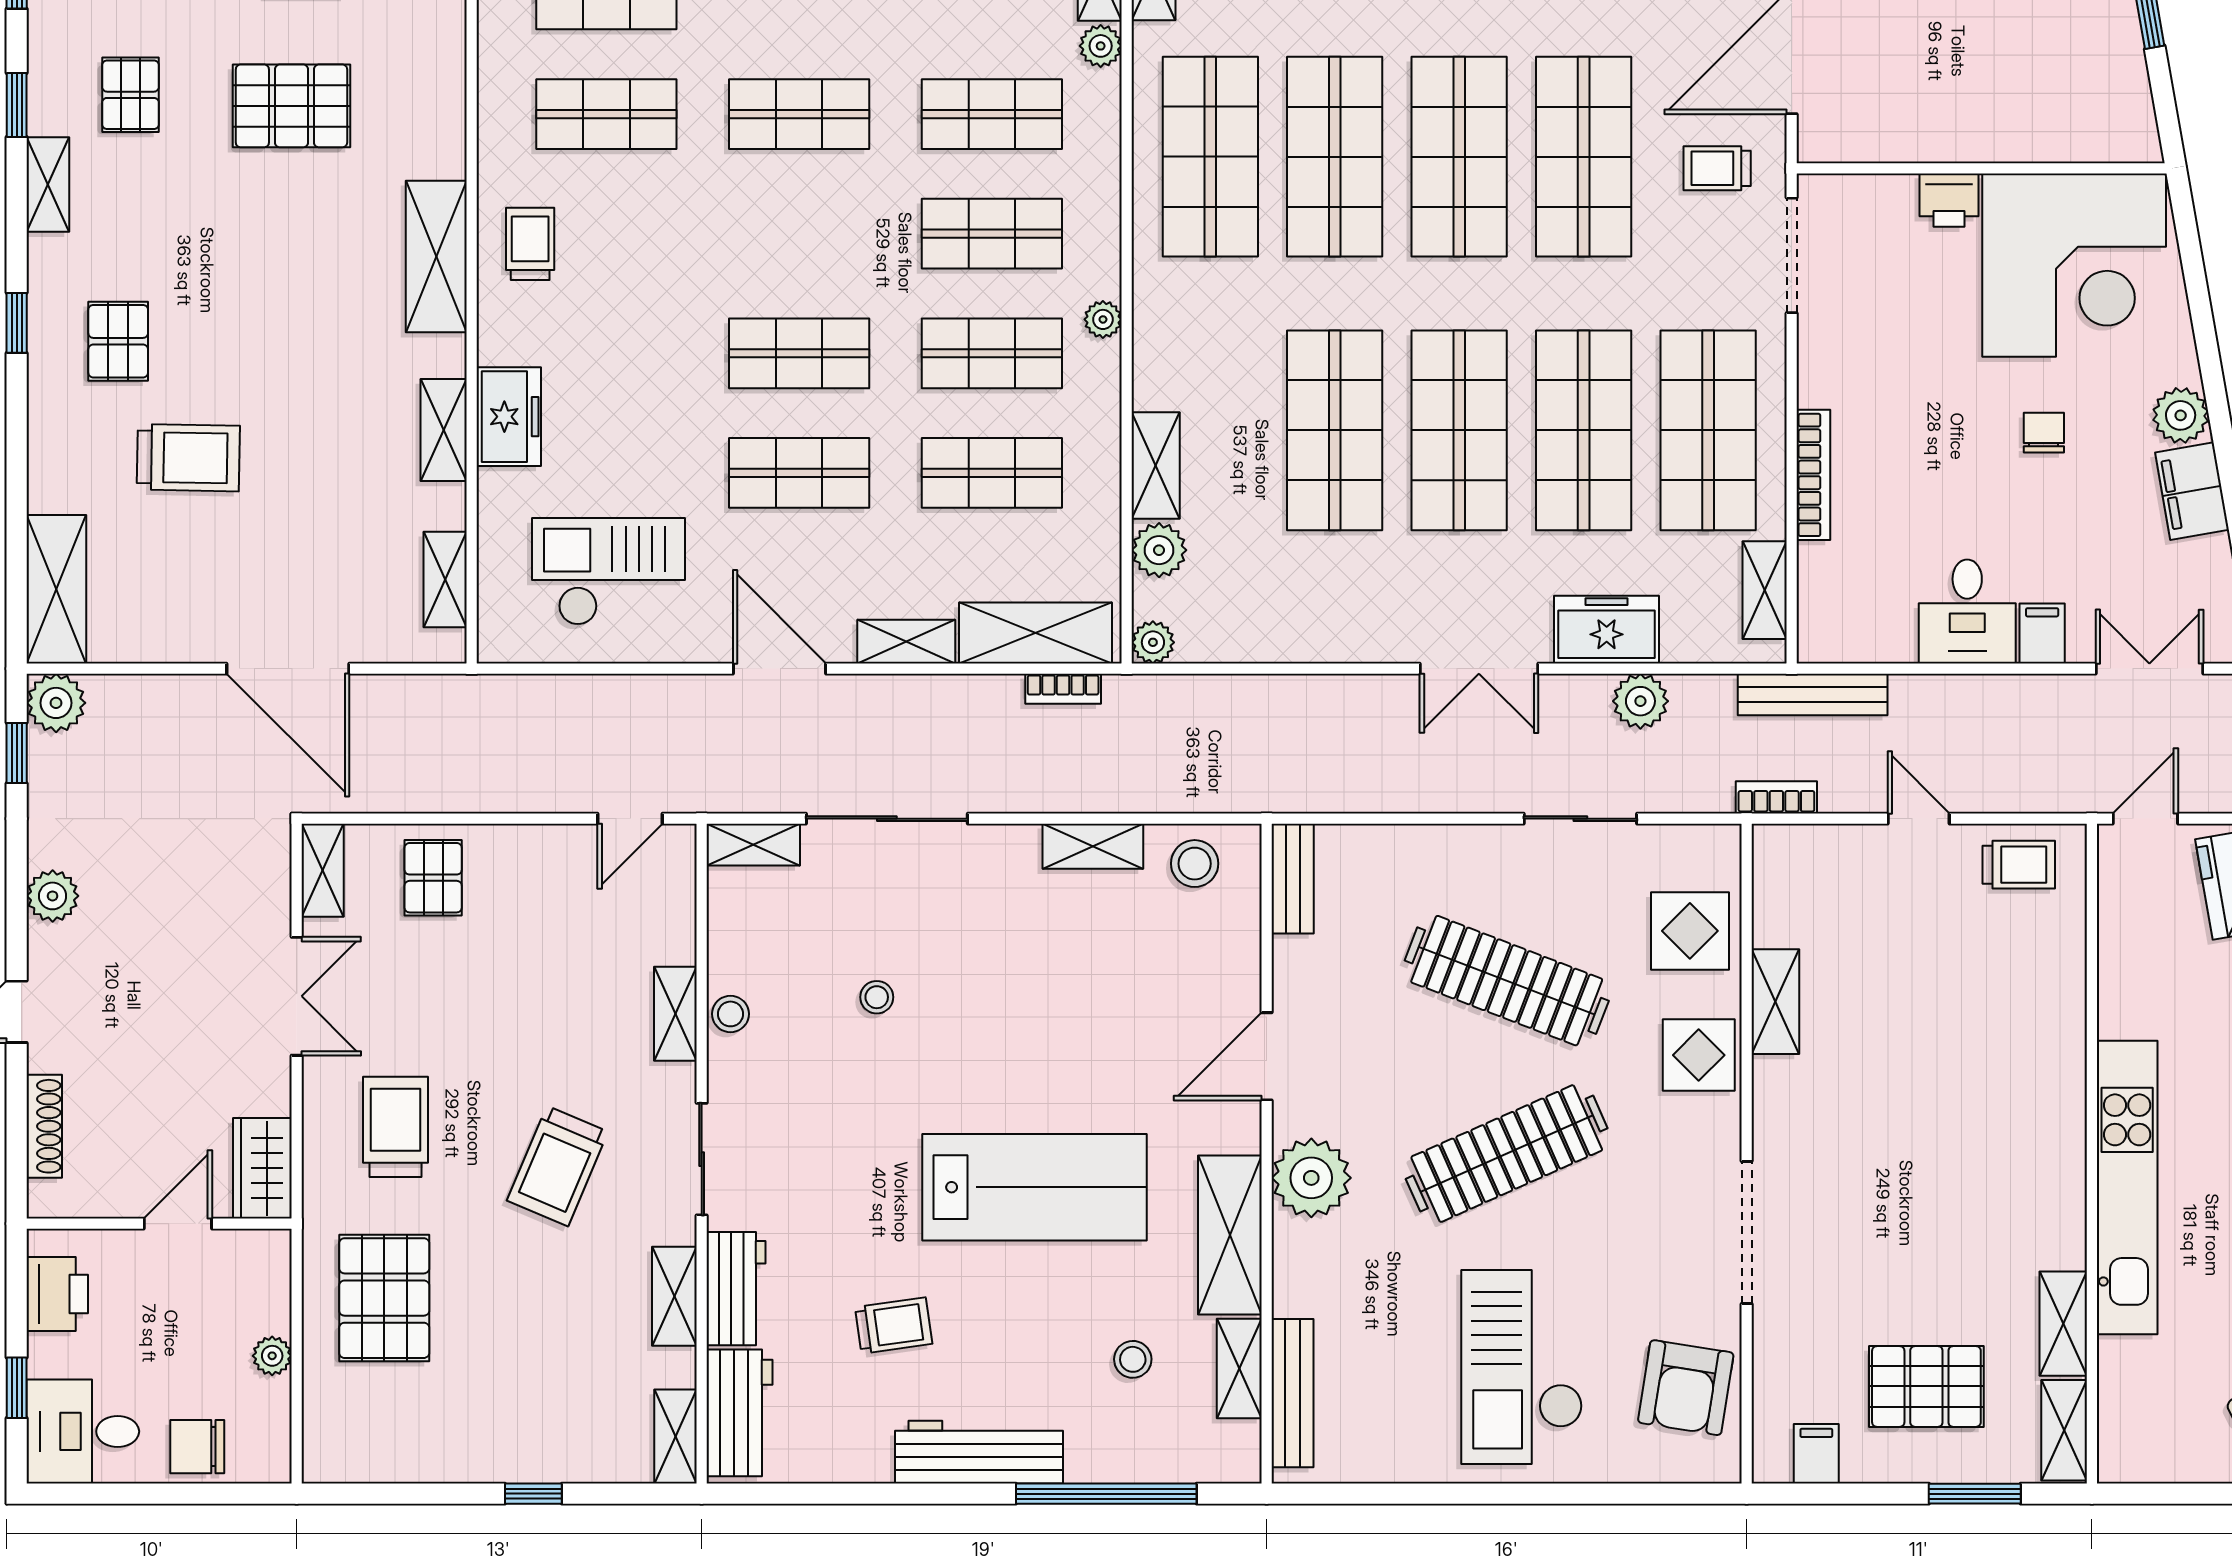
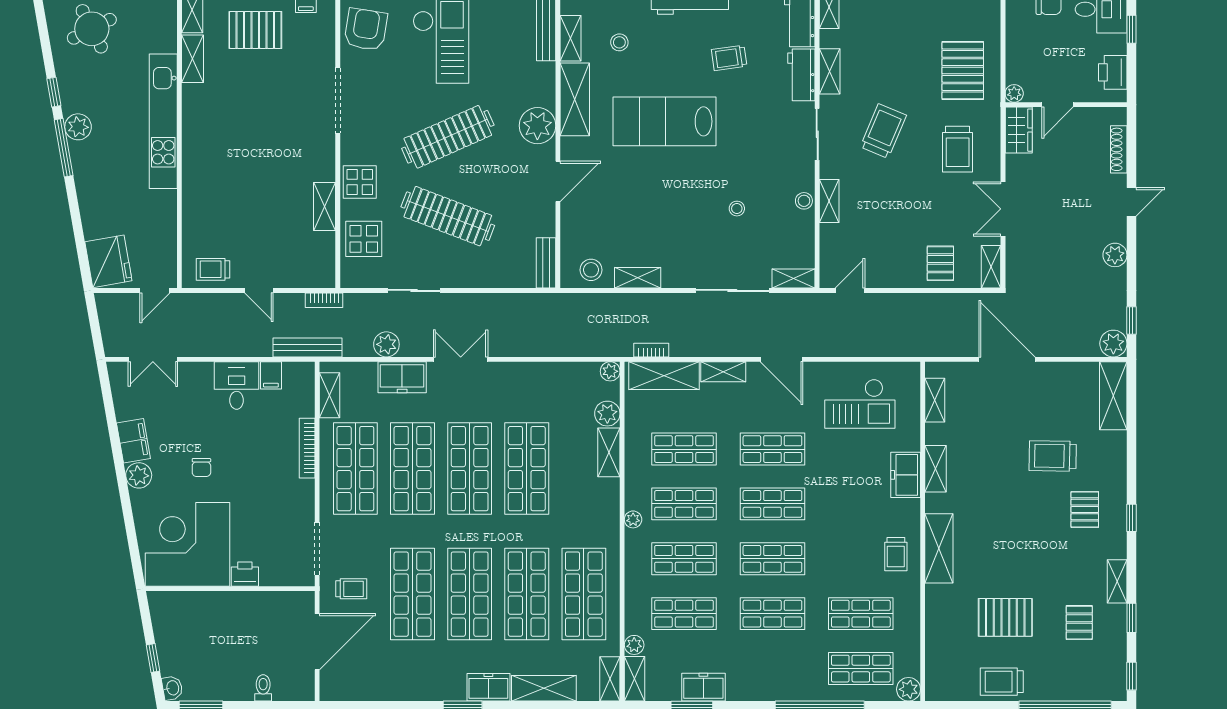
shop shelf: (799, 234) -> (772, 559), added
filing cabinet: (2042, 633) -> (271, 375), moved
plant: (272, 1356) -> (1014, 93), moved

